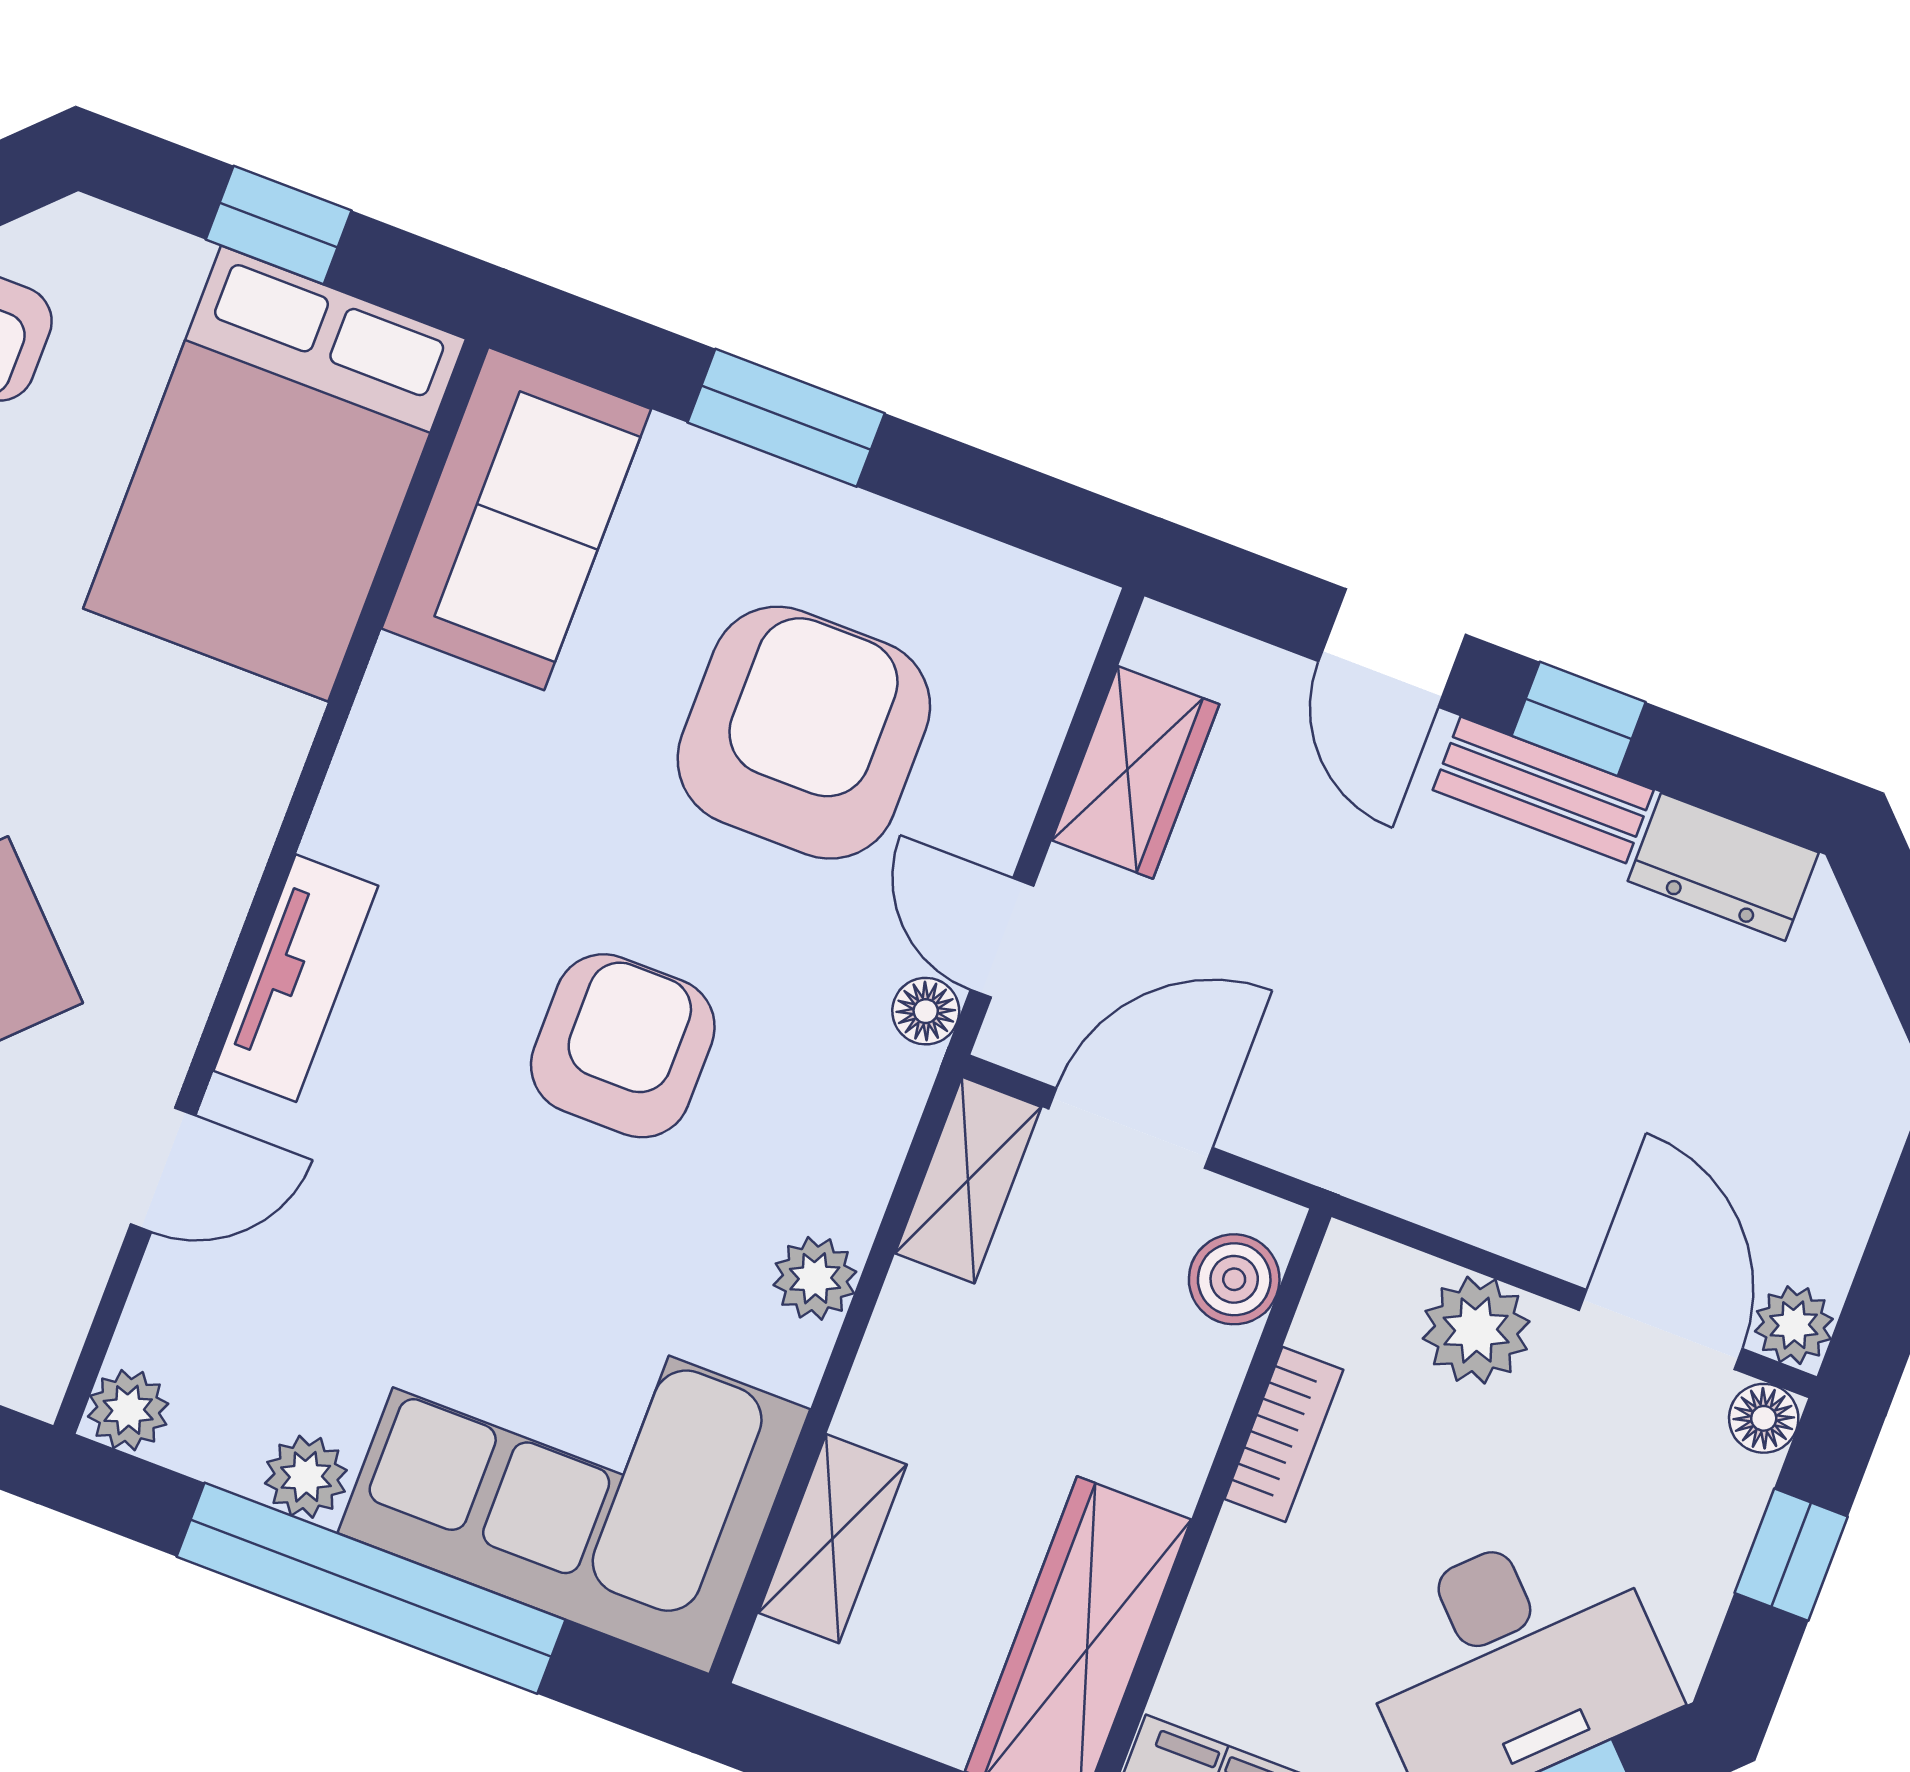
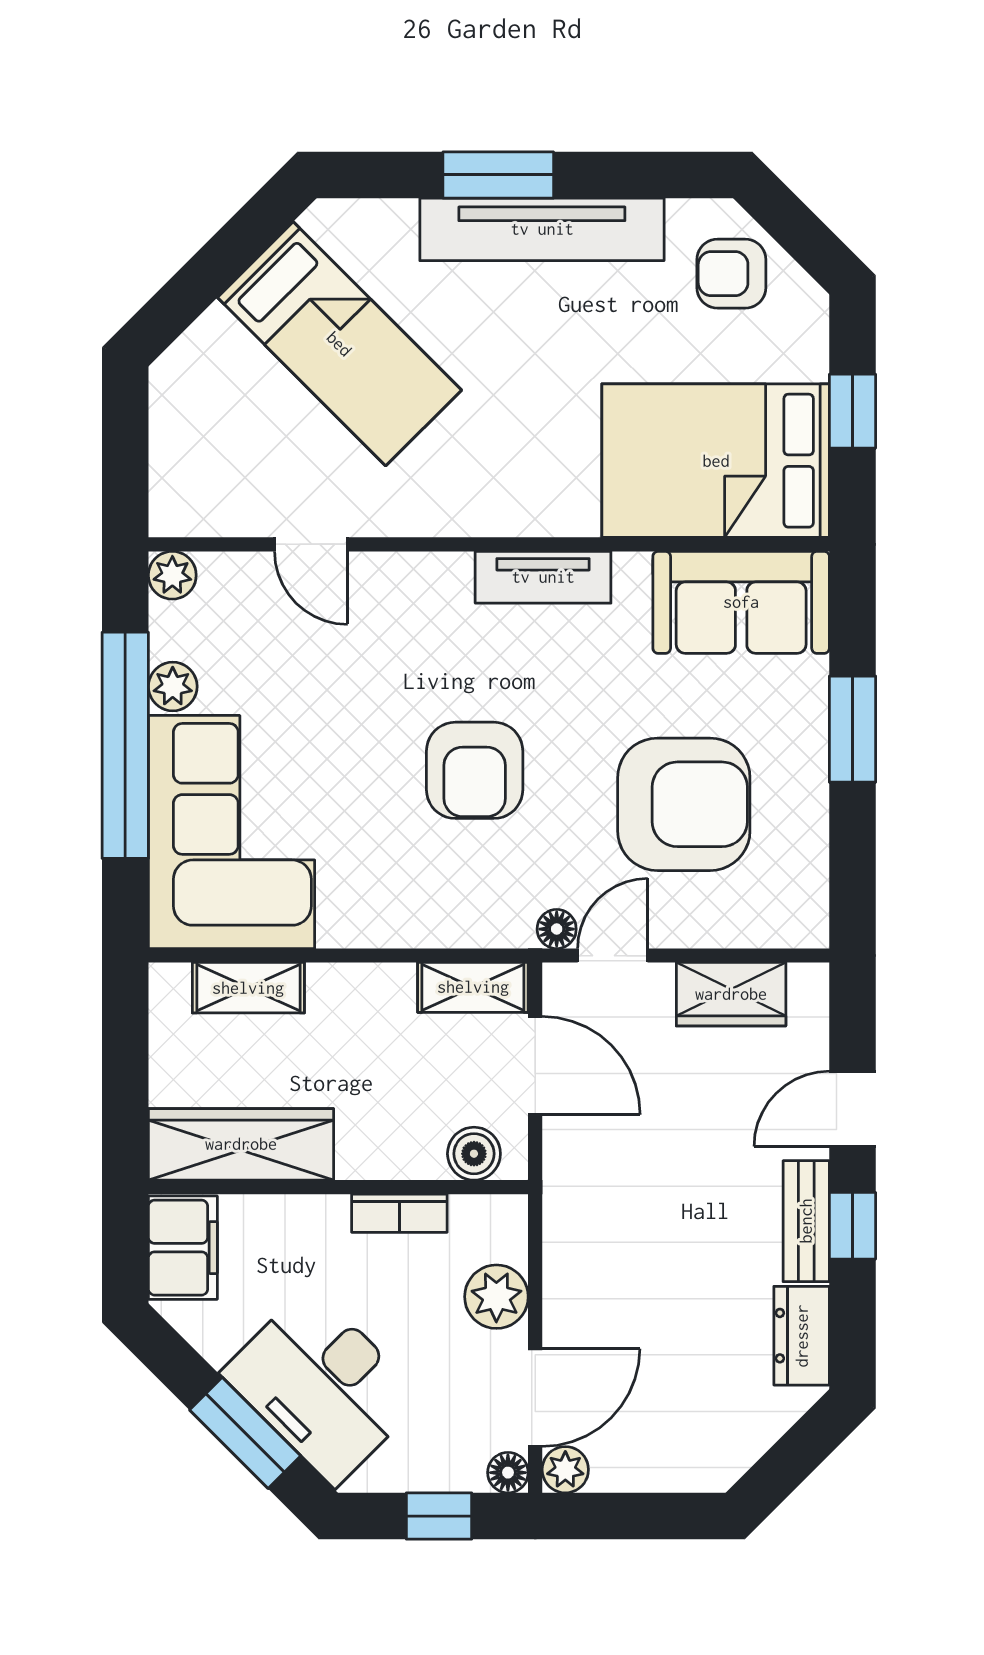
tv unit: (296, 978) -> (543, 577), moved
armchair: (623, 1046) -> (475, 770), turned 90
plant: (815, 1278) -> (387, 924), removed

